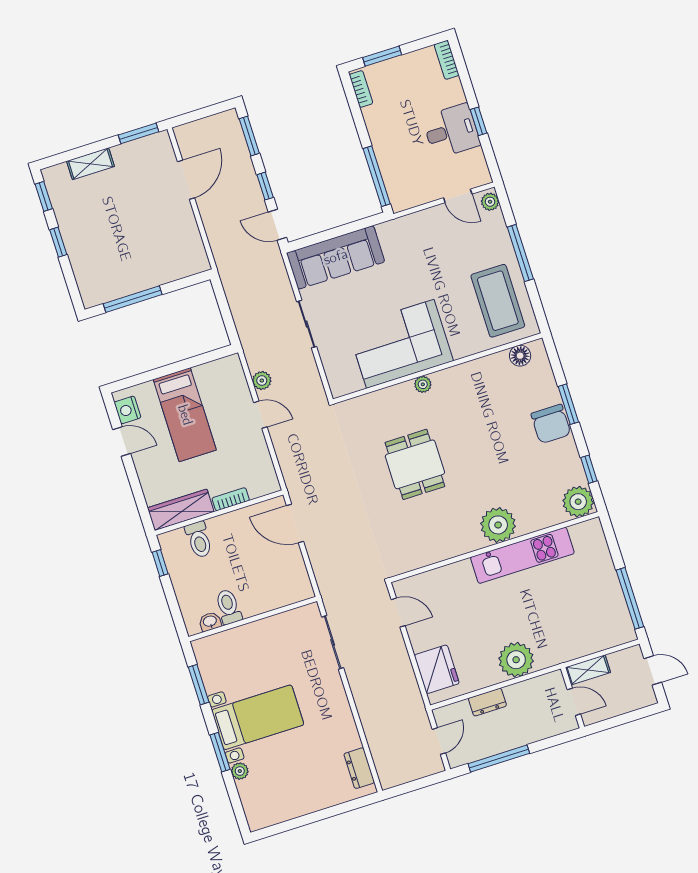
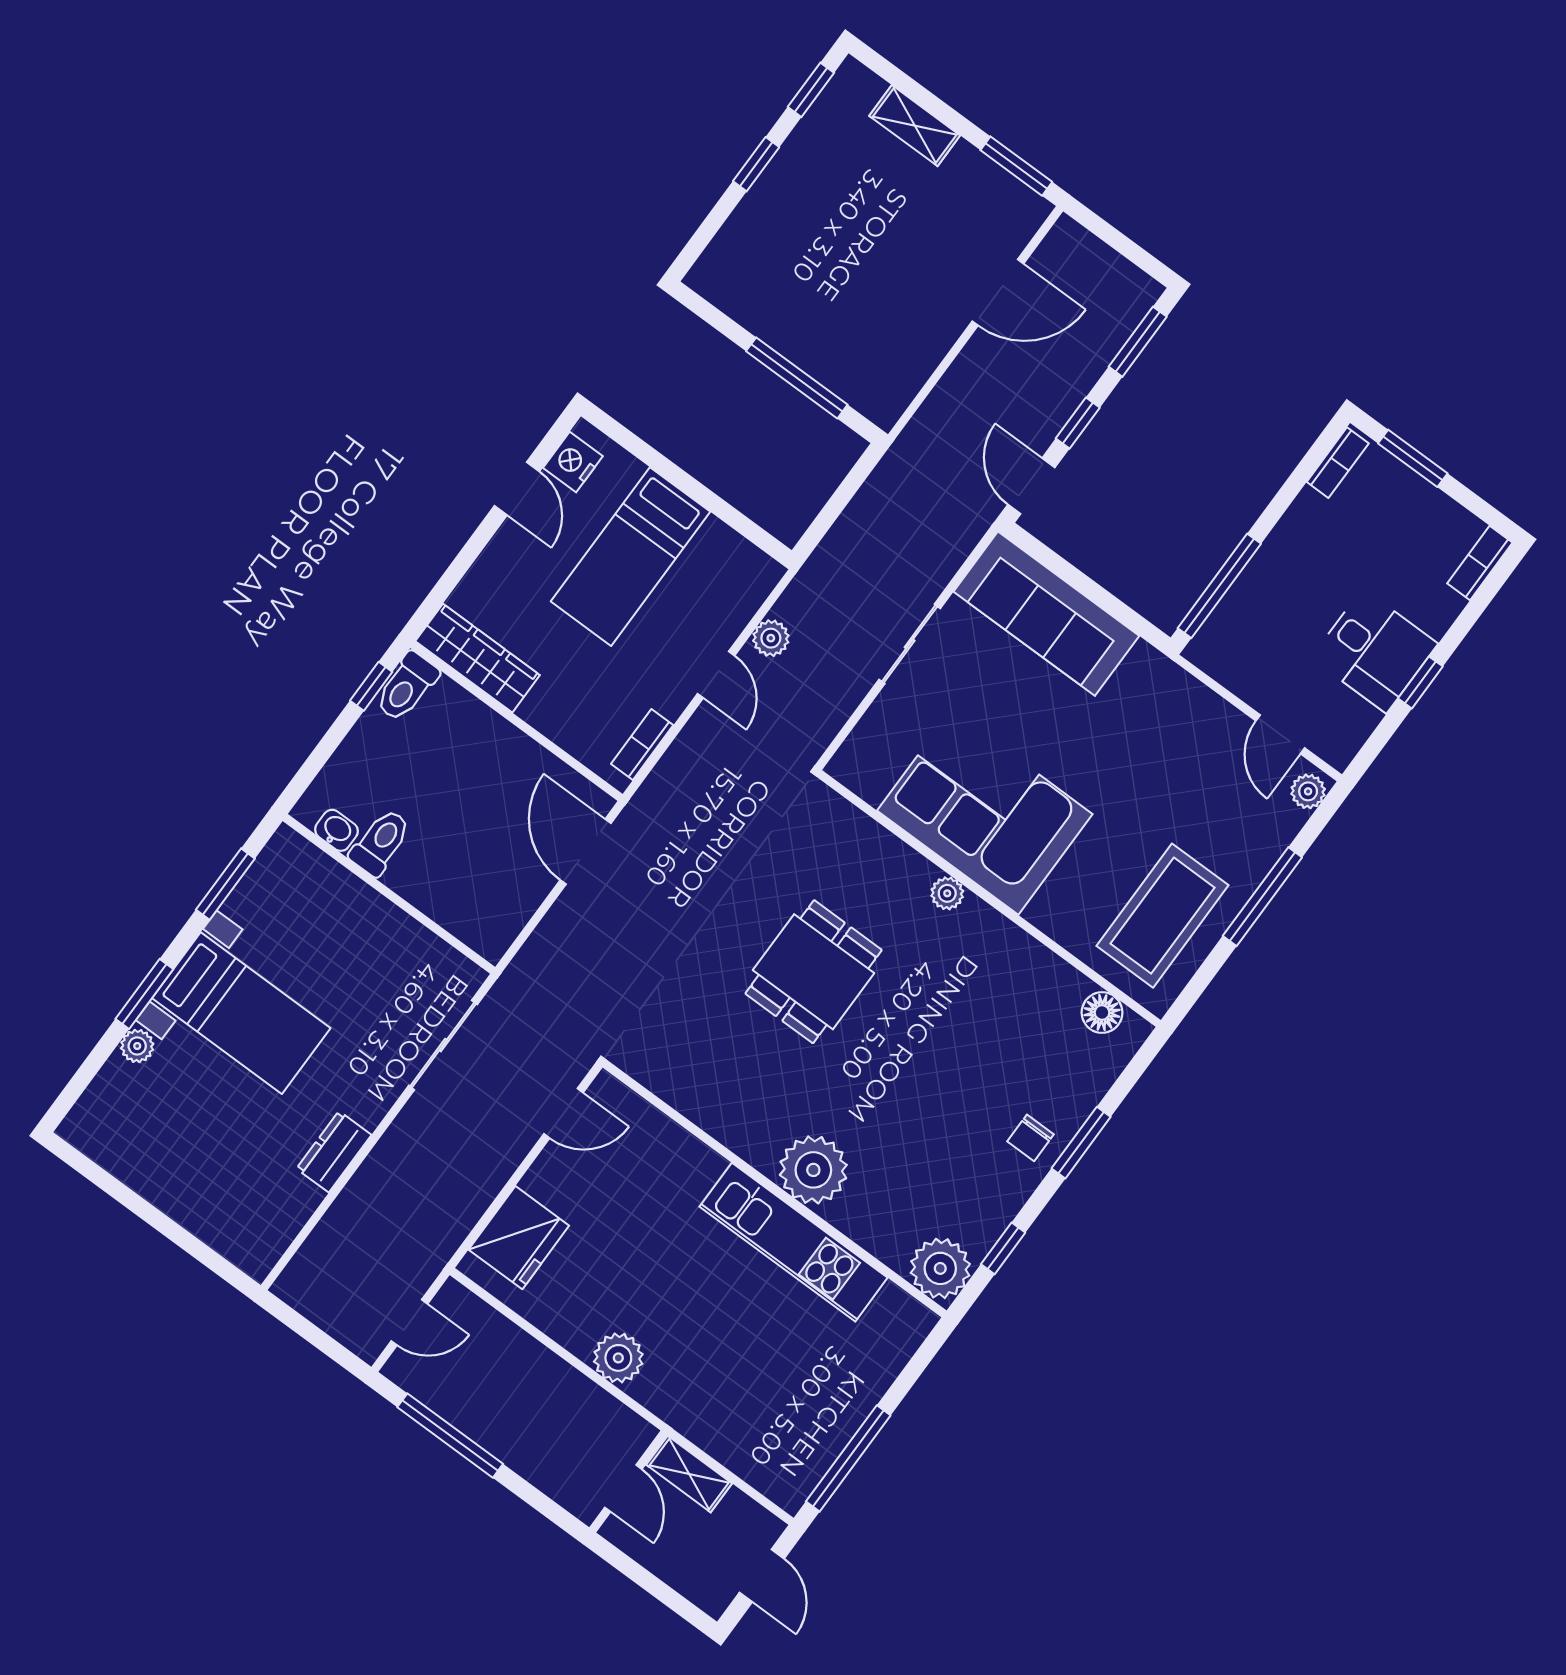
window: (133, 299) -> (797, 378), moved
chair: (551, 424) -> (1030, 1138), width x0.54, depth x0.54
bookcase: (231, 499) -> (642, 745), moved, turned -90
toilet: (199, 540) -> (407, 687), moved
door: (398, 613) -> (564, 1113), hinge flipped
plant: (516, 660) -> (618, 1358), width x0.73, depth x0.73
dresser: (487, 702) -> (525, 1354), removed
dresser: (359, 768) -> (334, 1152), moved

